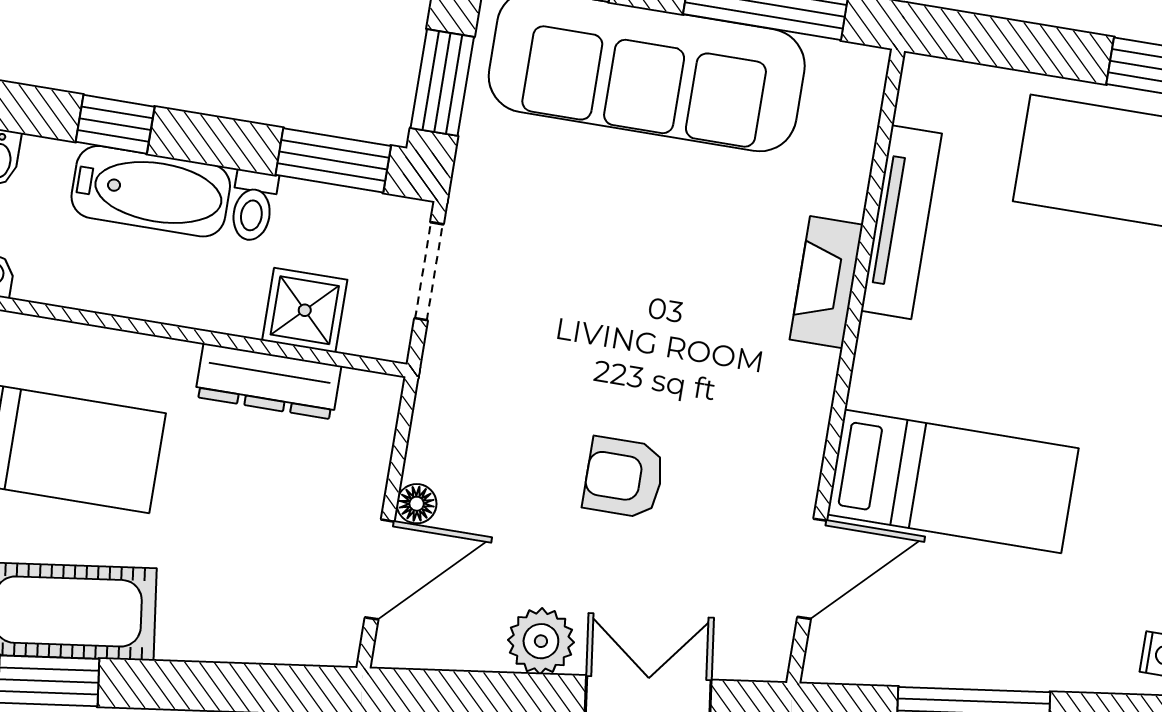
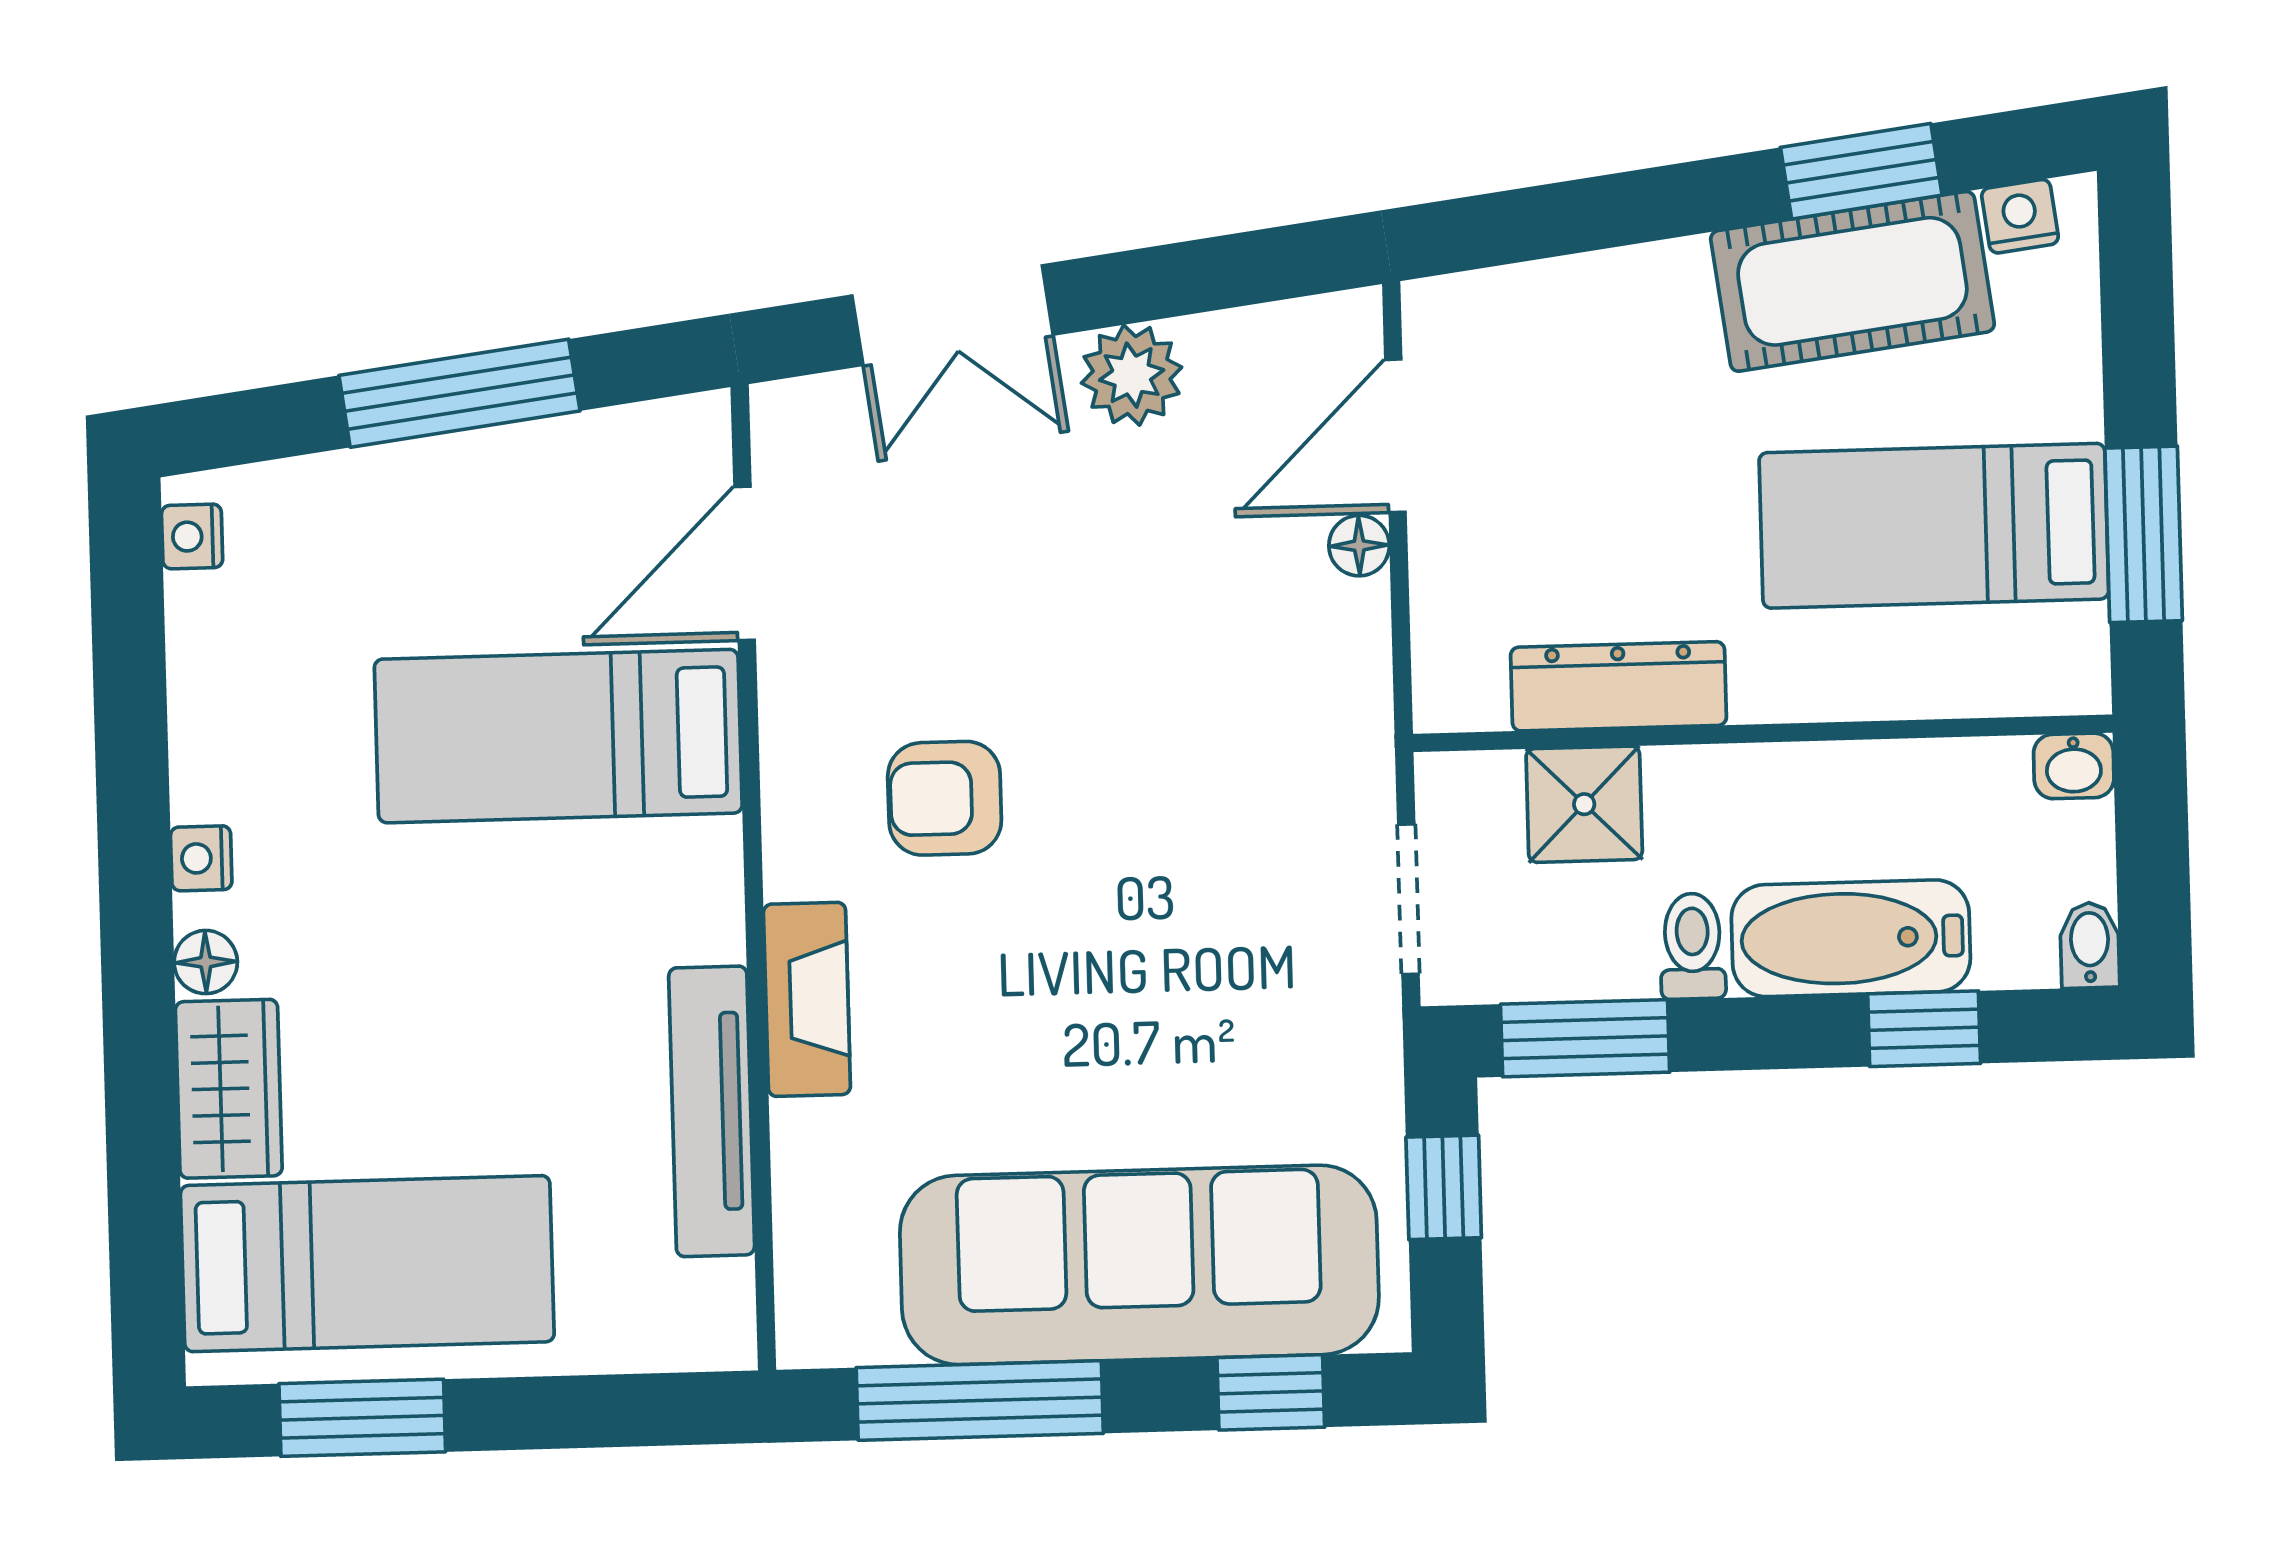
window: (442, 82) -> (1444, 1187), width x0.67
armchair: (624, 478) -> (945, 798), moved, turned 180

